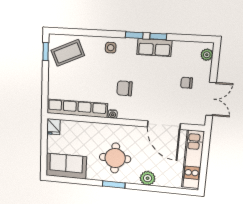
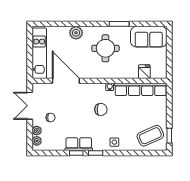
plant: (205, 68) -> (37, 131), added
fridge: (53, 127) -> (144, 72), moved
window: (114, 185) -> (119, 24), moved

